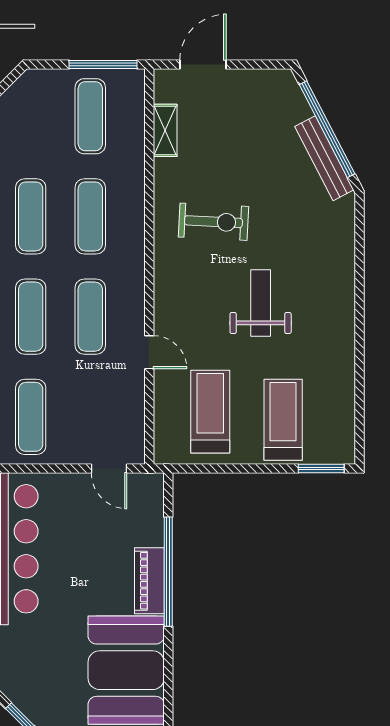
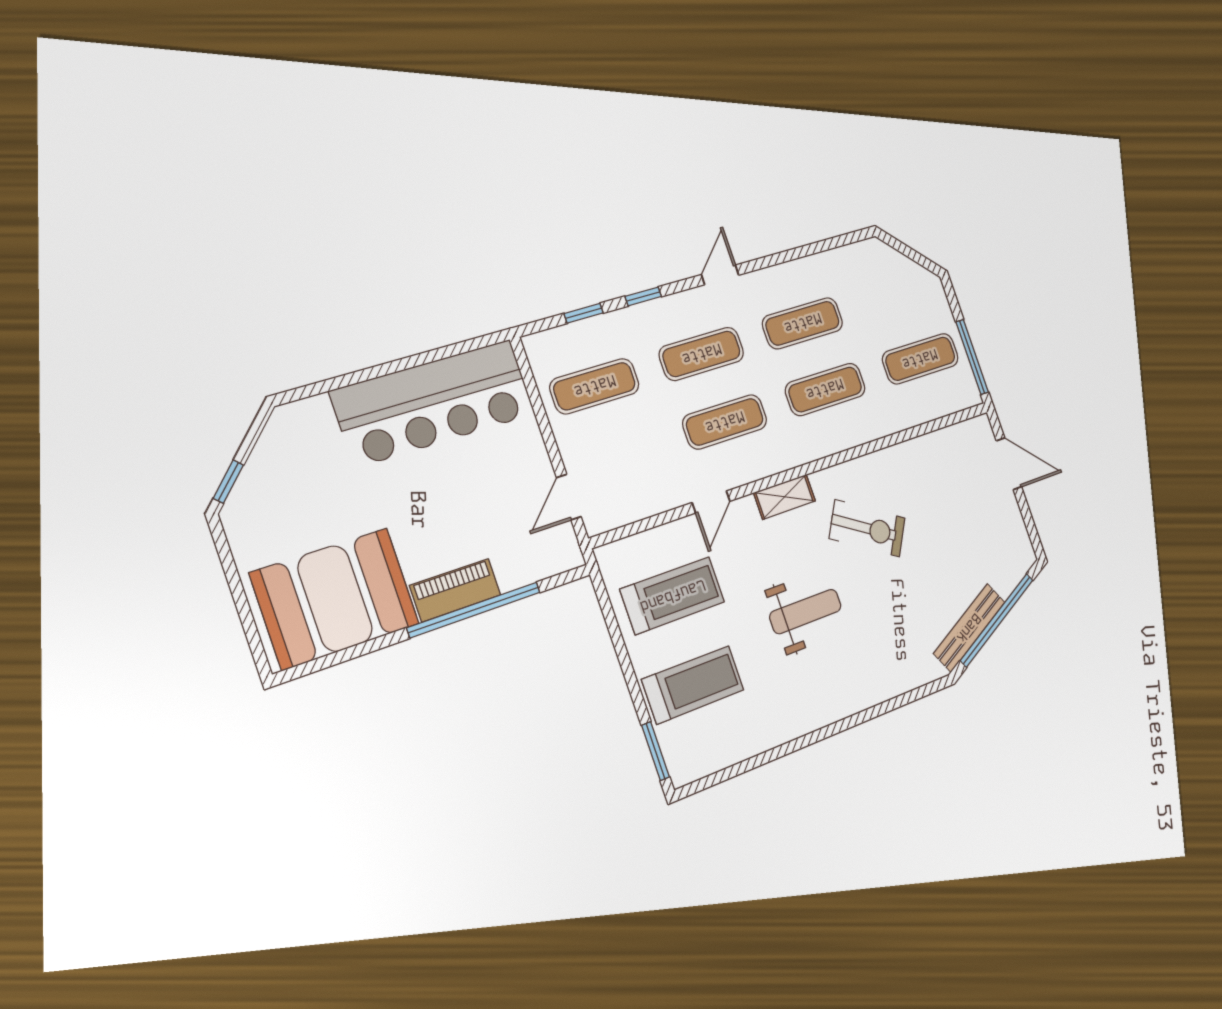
shelving: (165, 130) -> (785, 497), moved
exercise bike: (213, 222) -> (867, 528), turned -62

